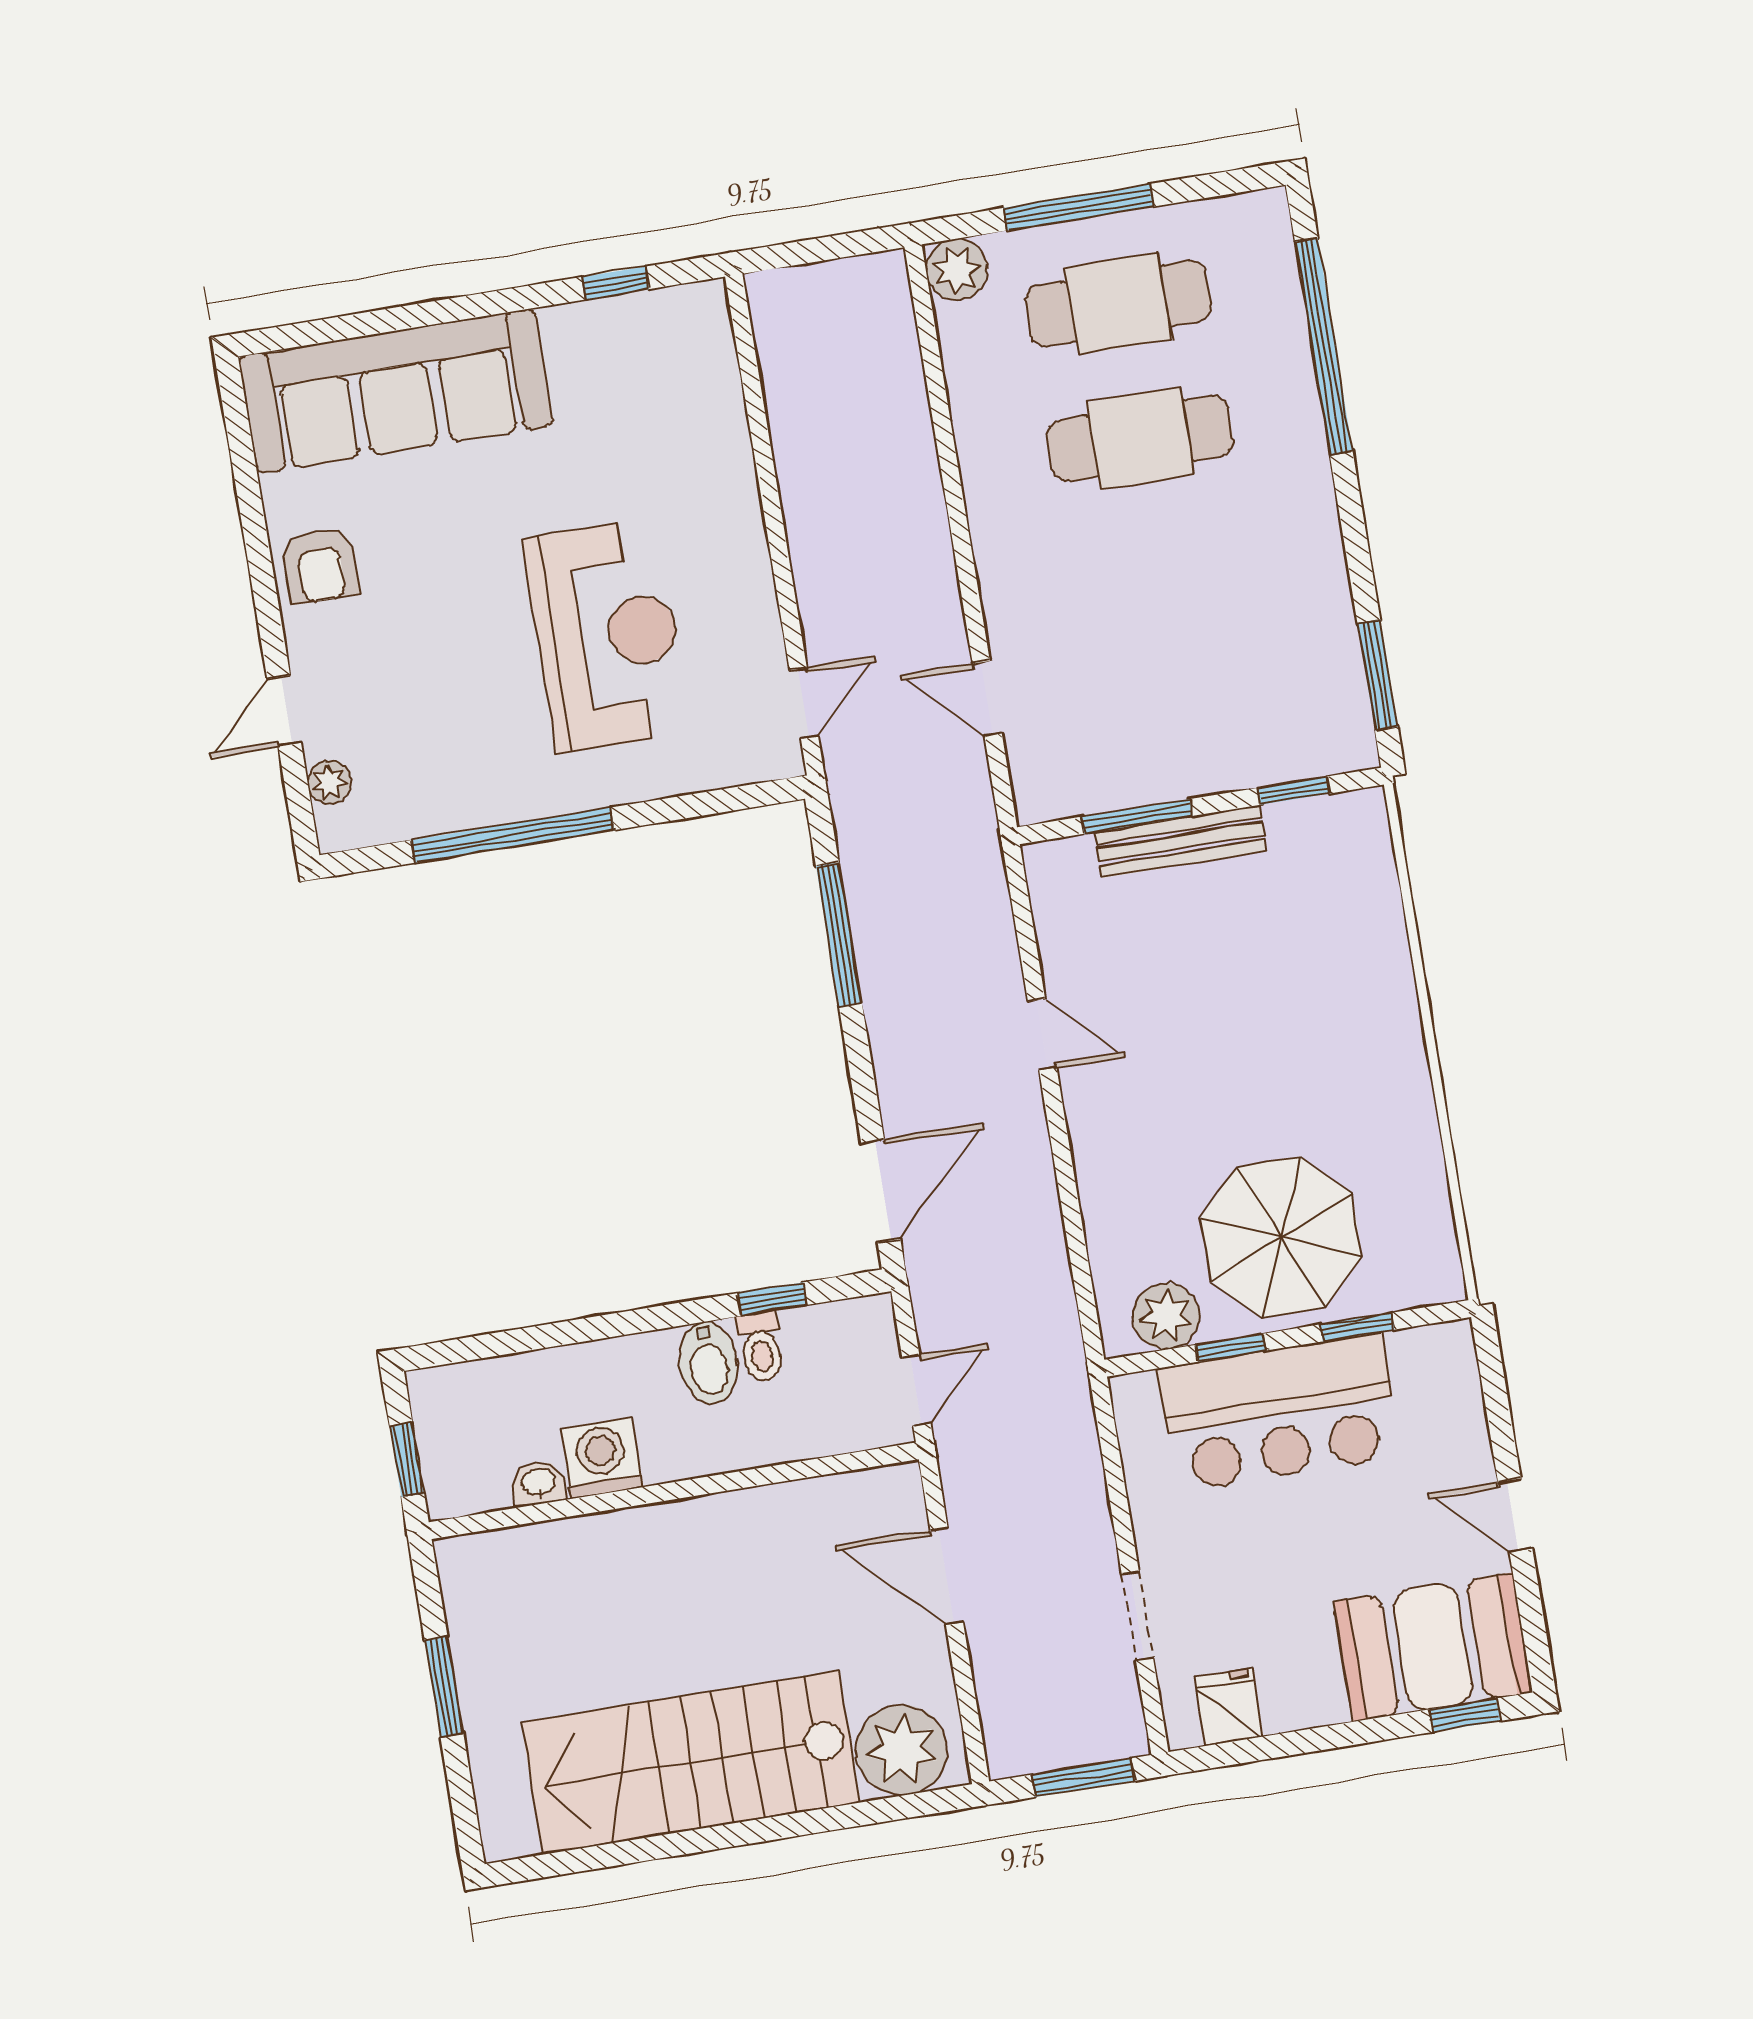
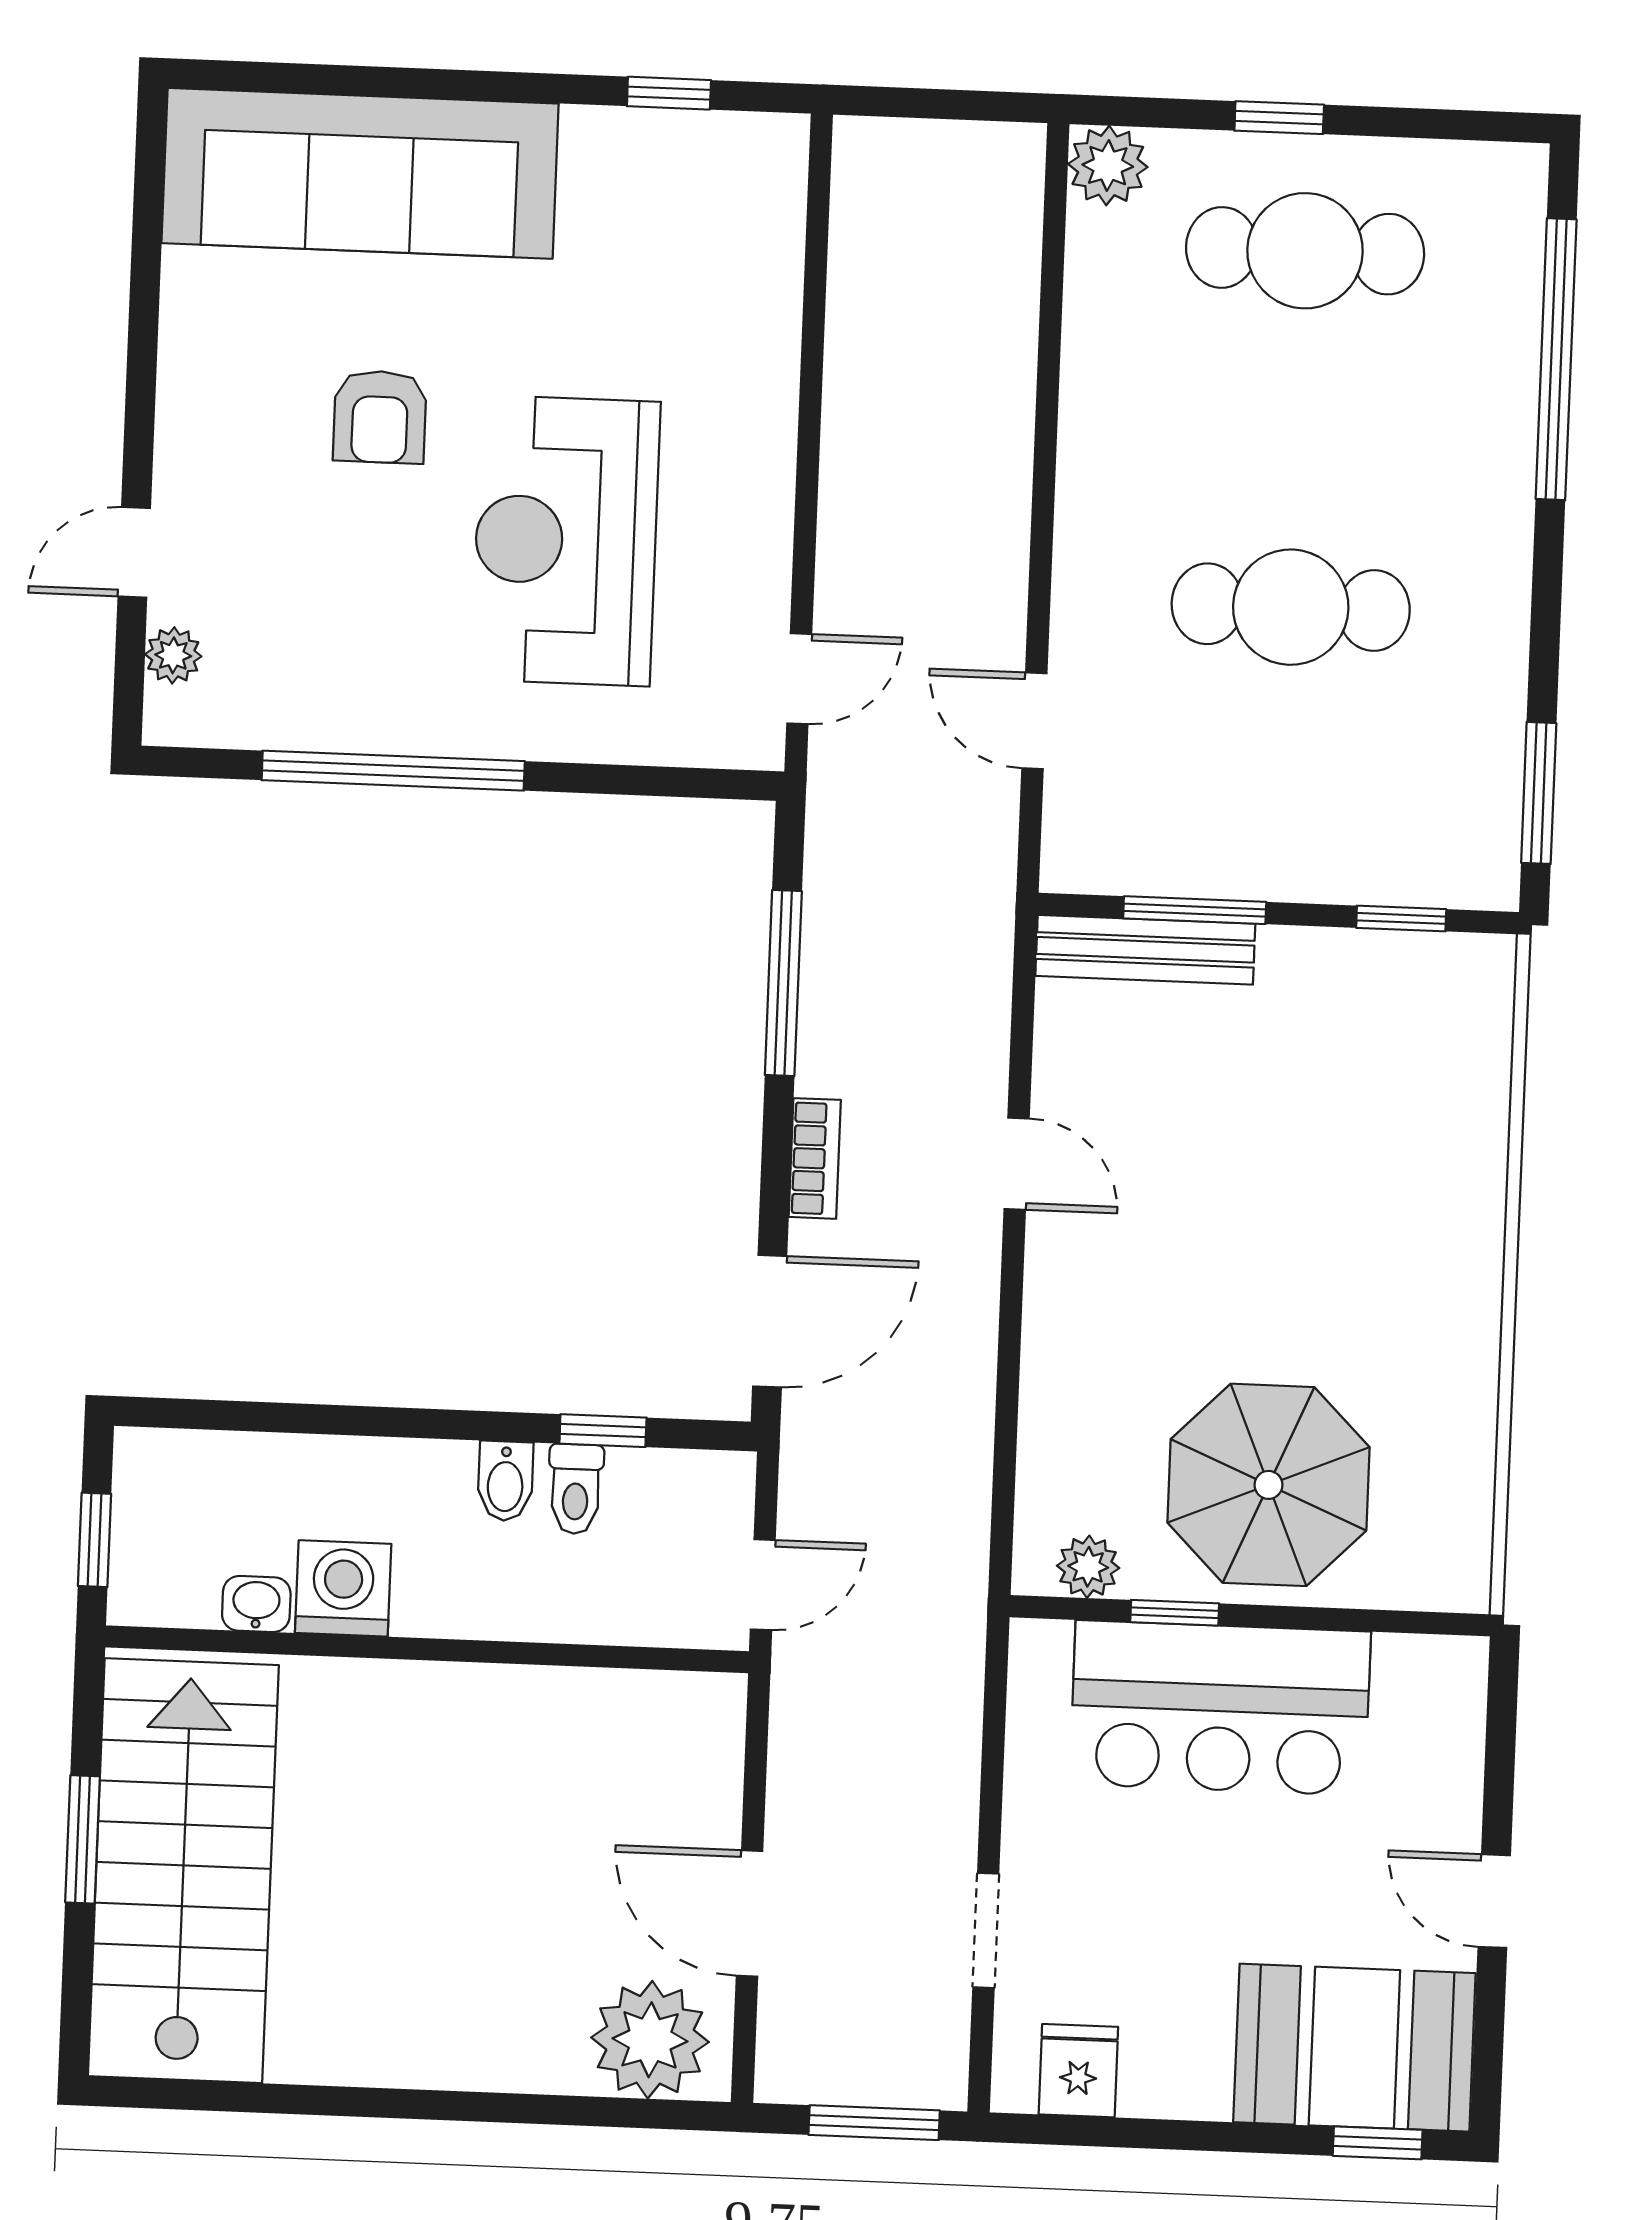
window: (1078, 207) -> (1279, 118), width x0.46
cafe table: (1140, 438) -> (1291, 607), moved
armchair: (320, 565) -> (380, 417), moved
reception desk: (607, 636) -> (566, 541), turned 180
bench: (1180, 842) -> (1145, 950), moved
bookcase: (890, 1062) -> (815, 1158), added
plant: (1166, 1316) -> (1088, 1567), width x0.73, depth x0.73
window: (1357, 1327) -> (1342, 1619), removed
bidet: (708, 1363) -> (505, 1481), width x0.72, depth x0.74
door: (947, 1576) -> (750, 1913), moved
stairs: (691, 1763) -> (183, 1871), moved, turned 90

